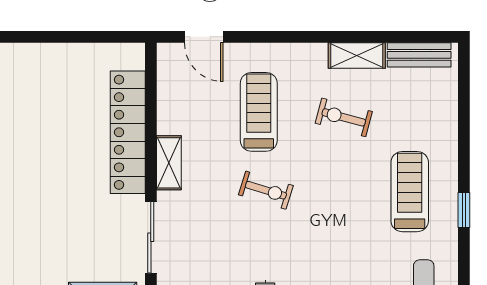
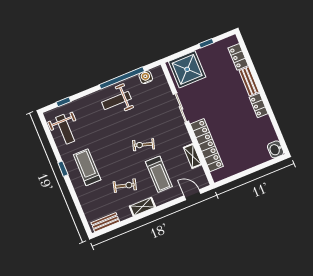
shelving: (357, 56) -> (142, 207), moved
shelving: (169, 163) -> (192, 156), moved
treadmill: (410, 192) -> (87, 167), turned 180

